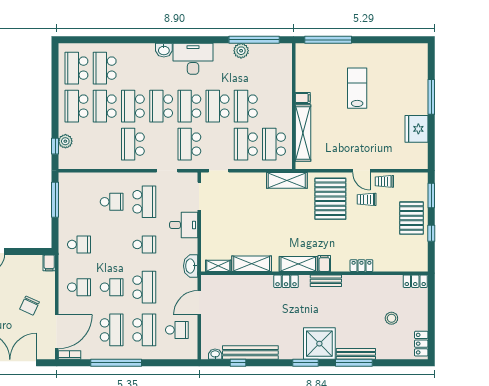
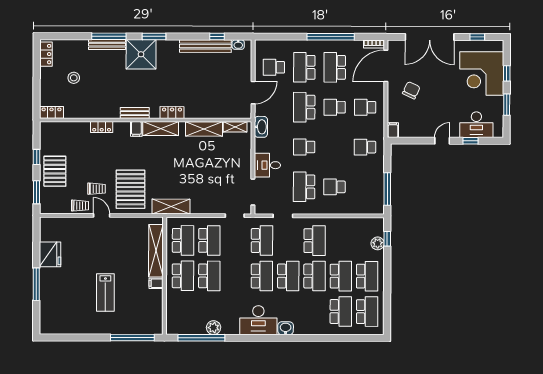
school desk: (218, 106) -> (183, 276), moved

